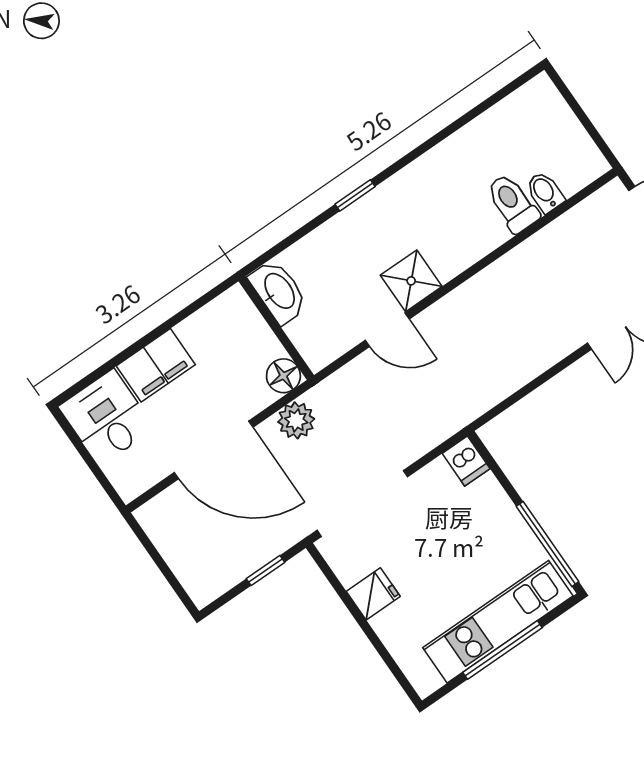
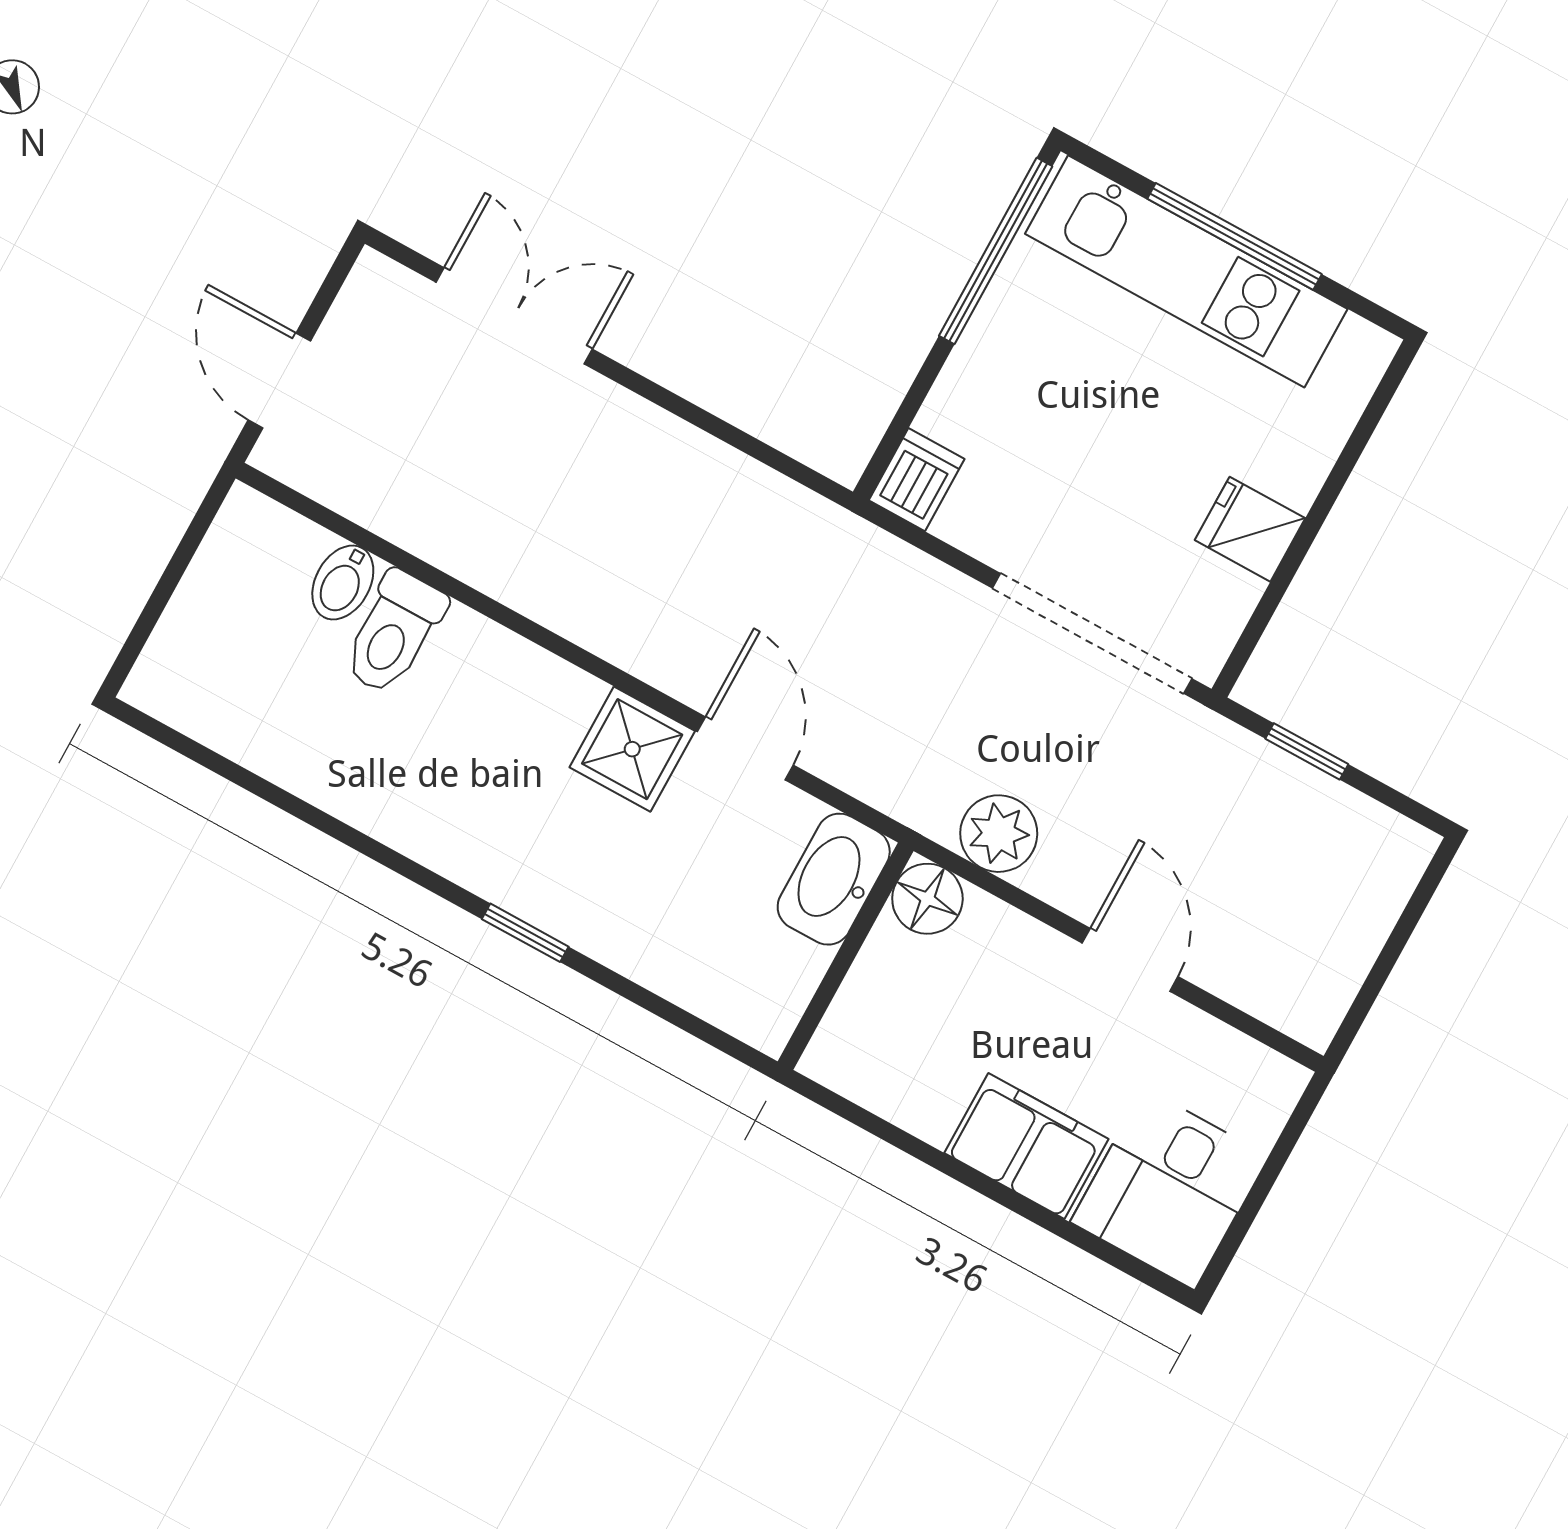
washbasin: (279, 292) -> (834, 879), moved
door: (214, 450) -> (1130, 960), width x0.53

